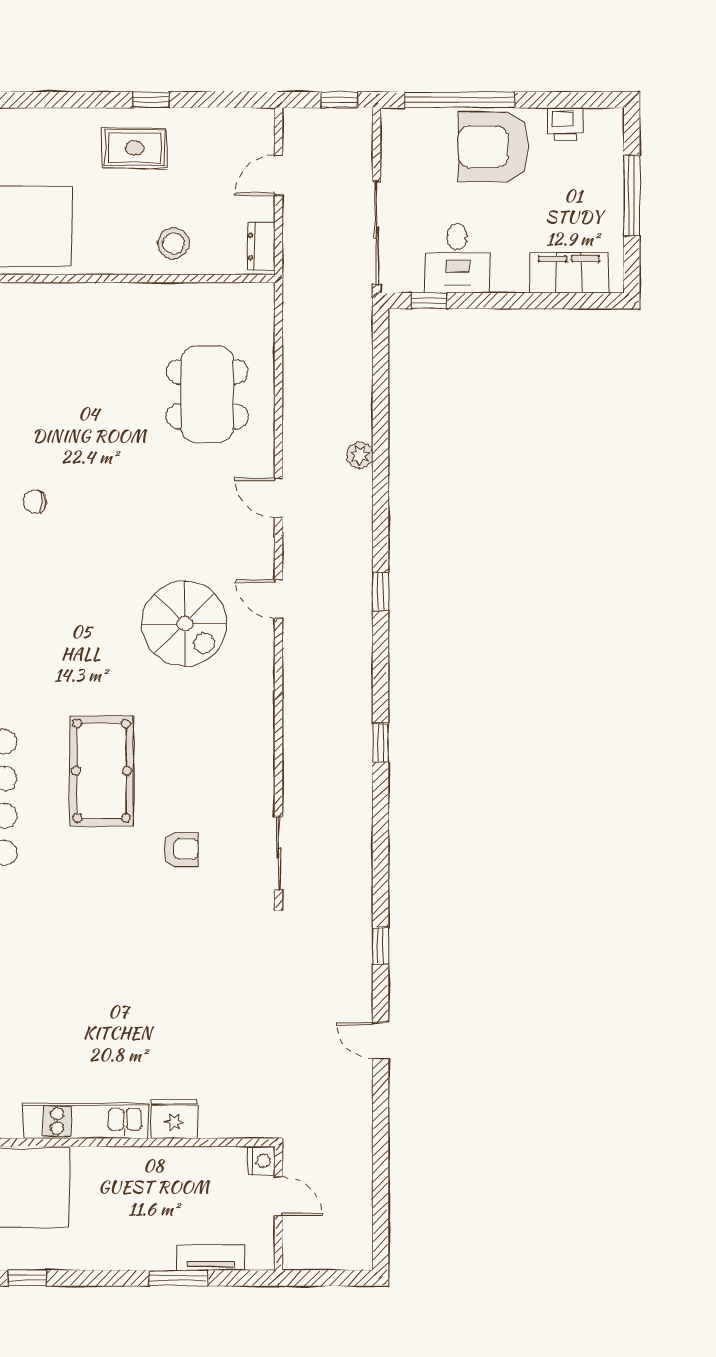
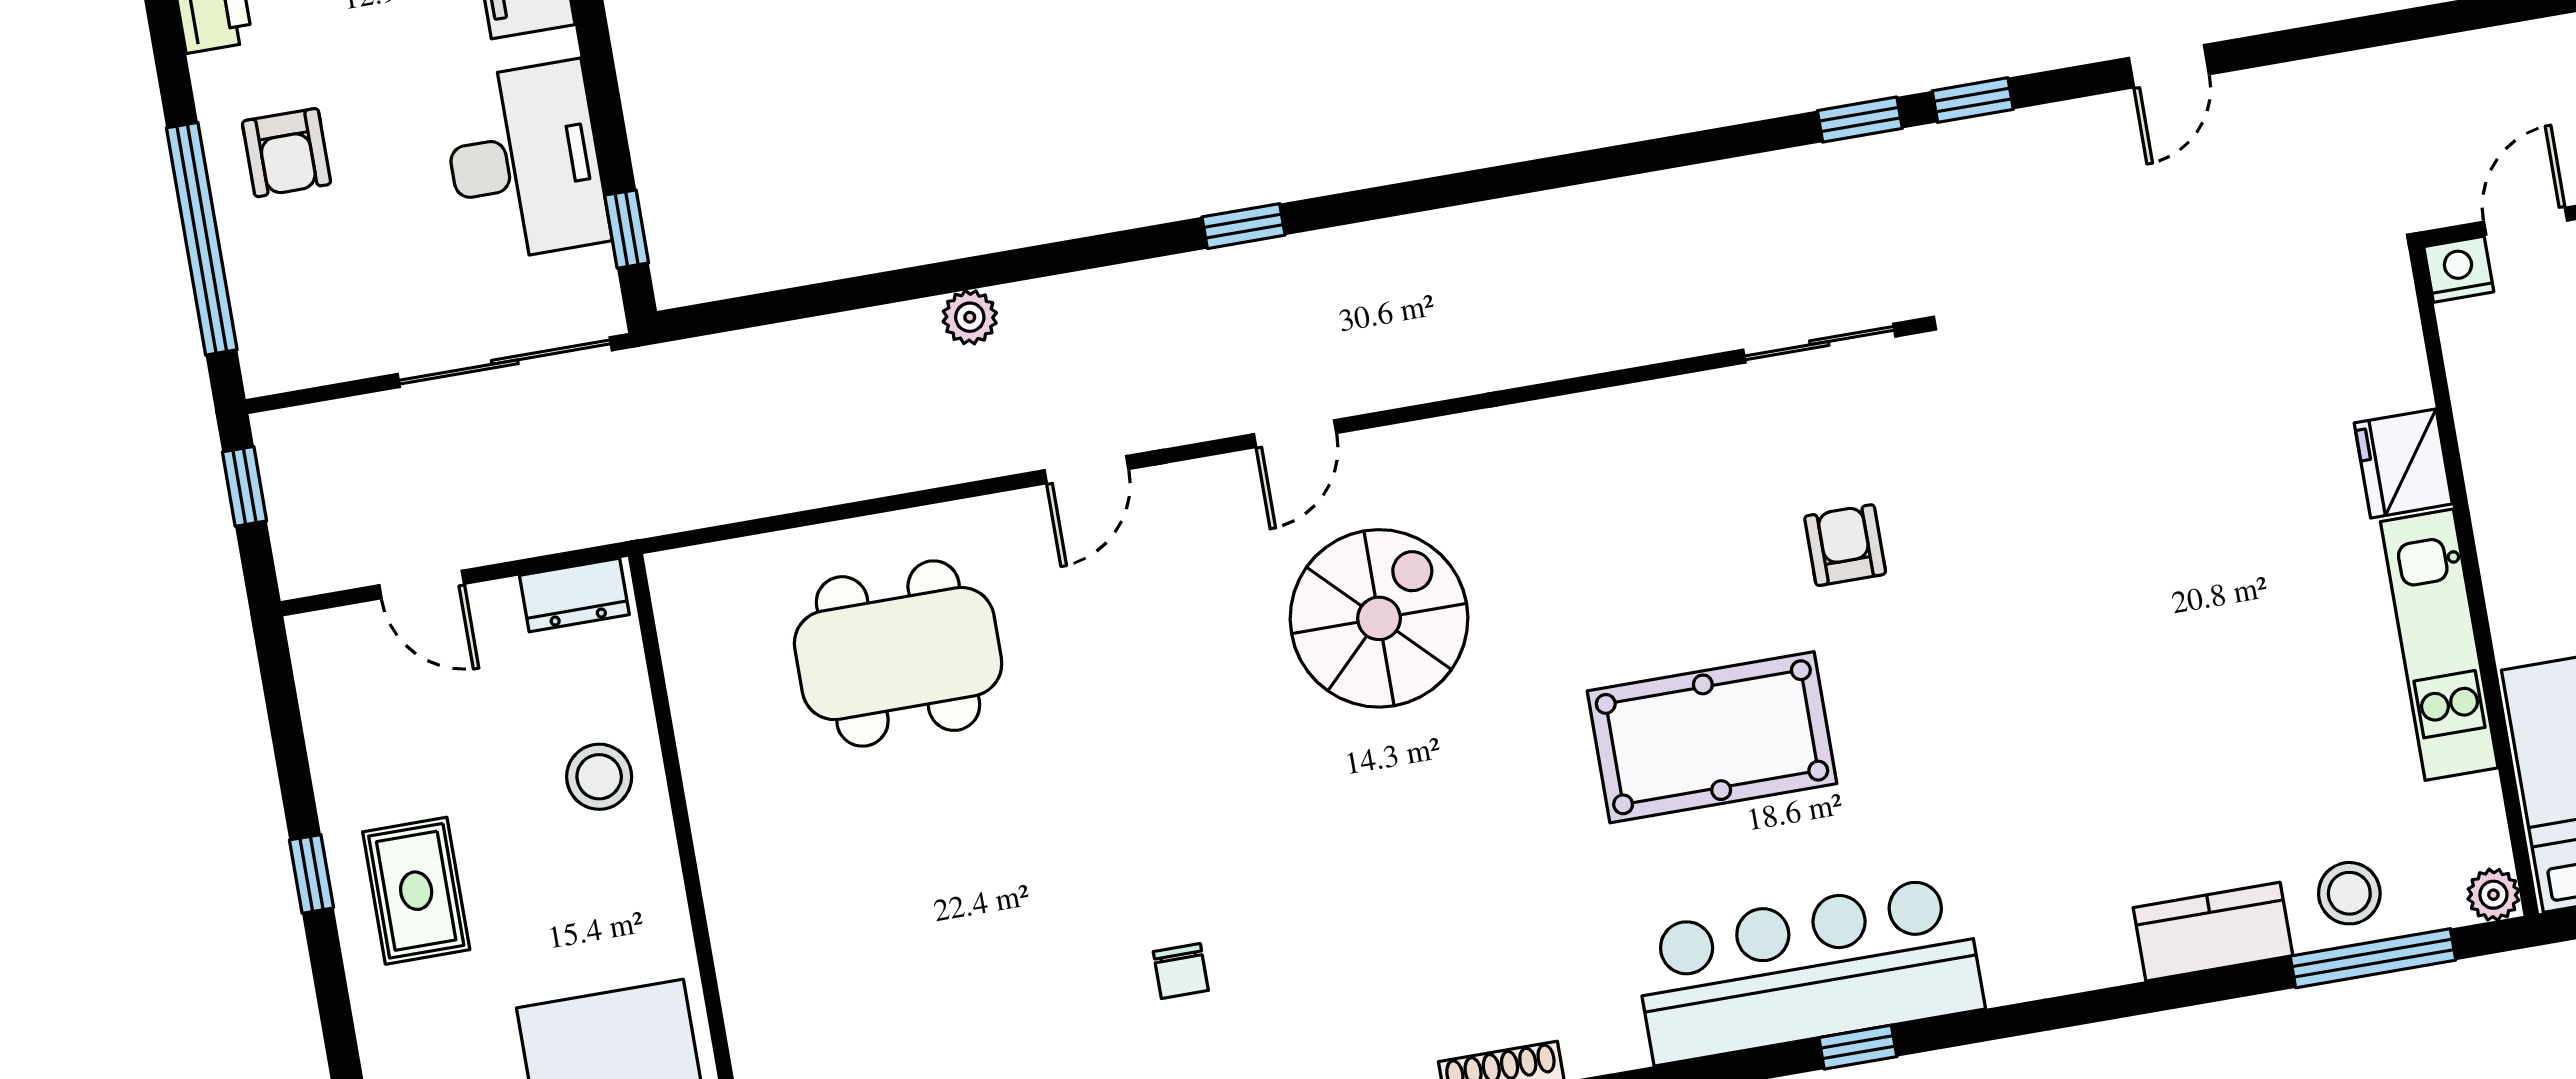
armchair: (493, 147) -> (286, 153), width x0.53, depth x0.53
desk: (457, 258) -> (525, 162), width x1.37
window: (381, 743) -> (1860, 120), moved

